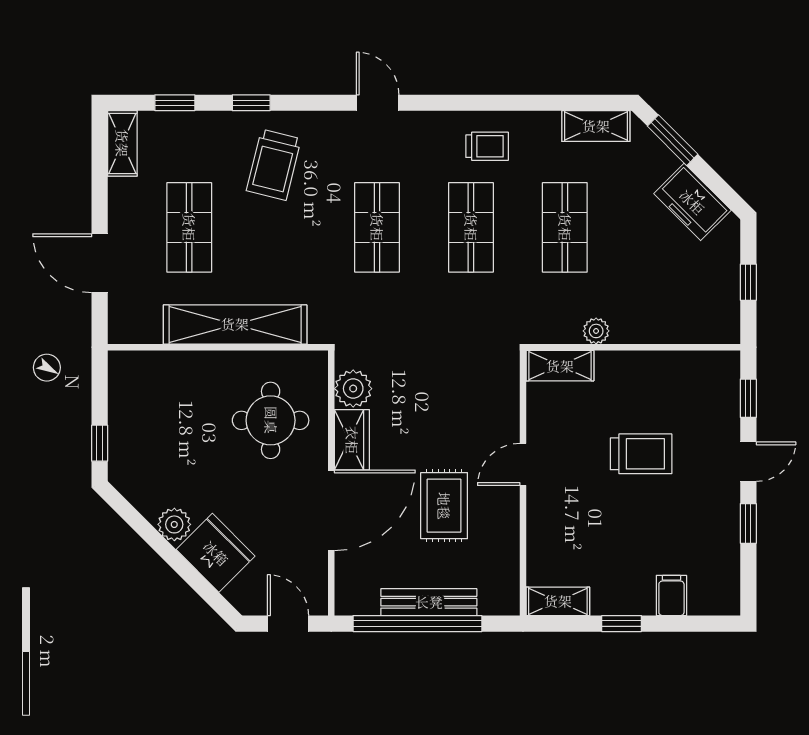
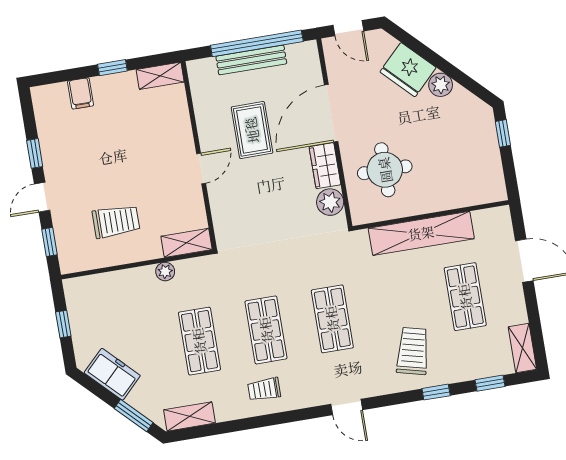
trolley: (641, 454) -> (116, 221), moved, turned 180

